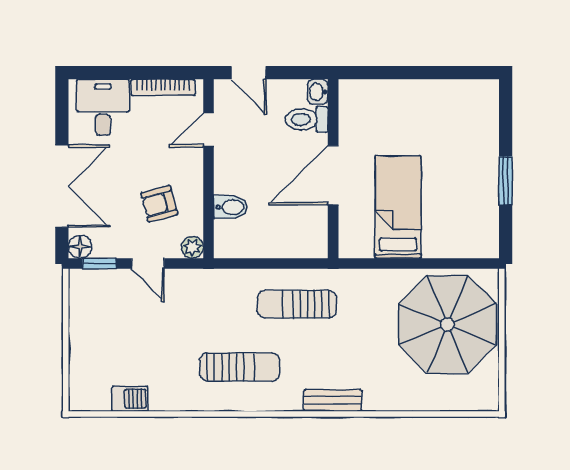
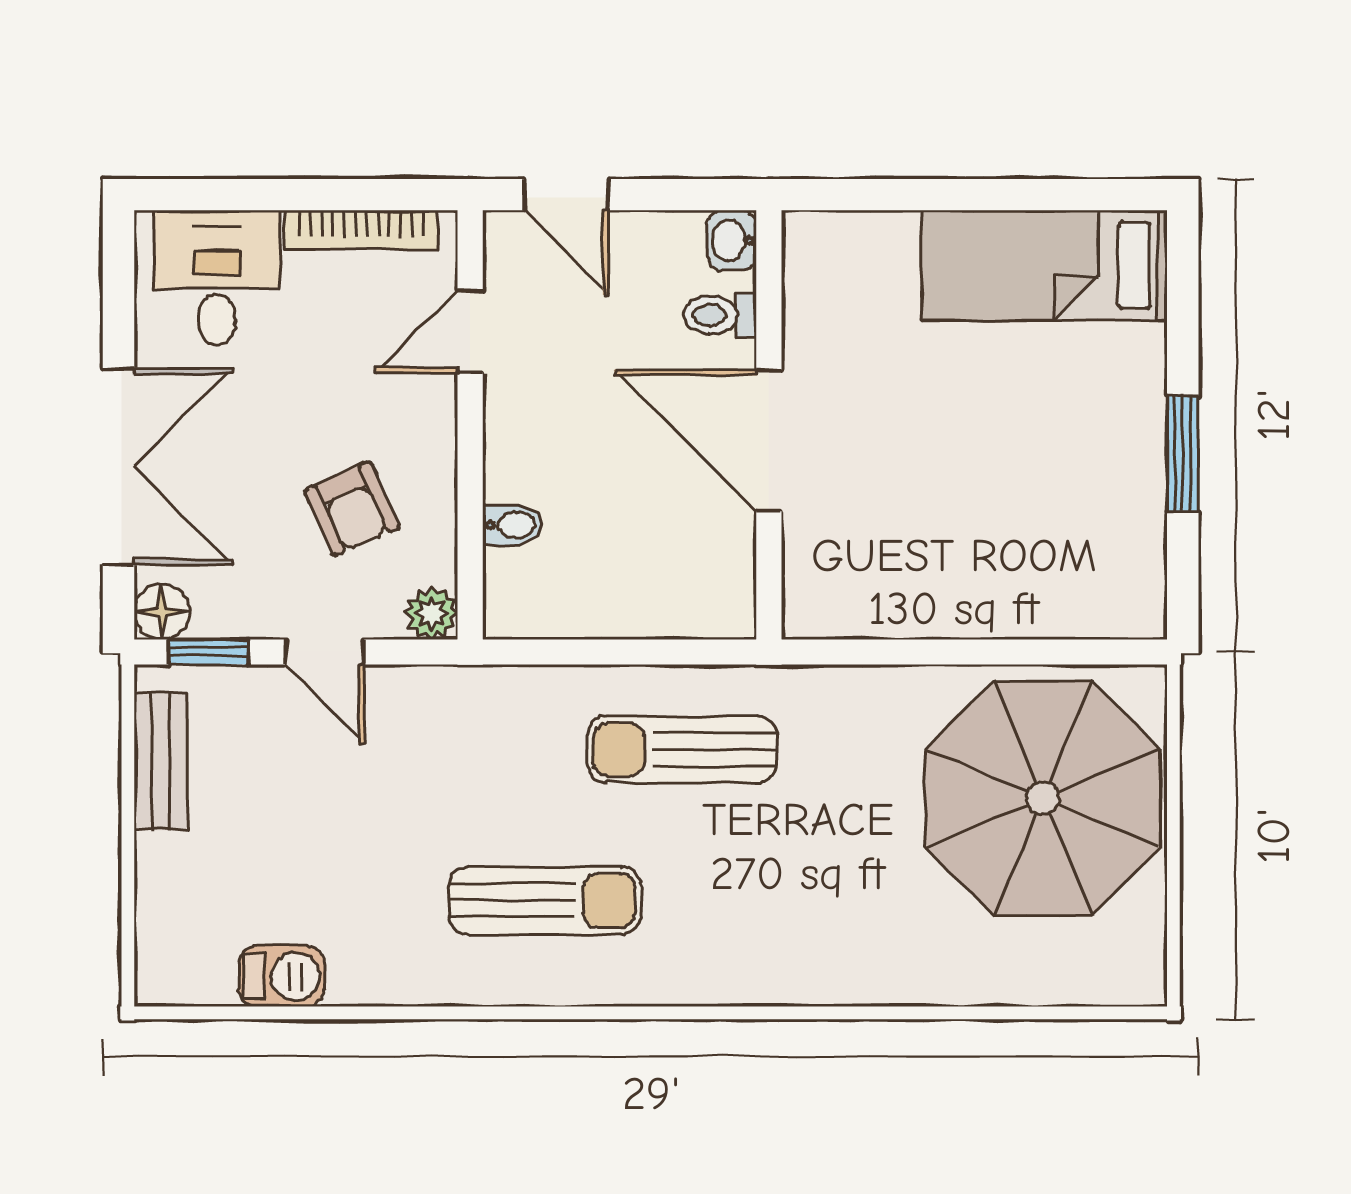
toilet: (307, 119) -> (720, 315), width x0.73, depth x0.72
door: (333, 175) -> (769, 441), hinge flipped
armchair: (159, 204) -> (352, 509), turned -99
bidet: (231, 207) -> (512, 525), width x0.72, depth x0.74
bed: (398, 207) -> (1045, 265), moved, turned -90
bench: (333, 400) -> (161, 761), moved, turned 90

